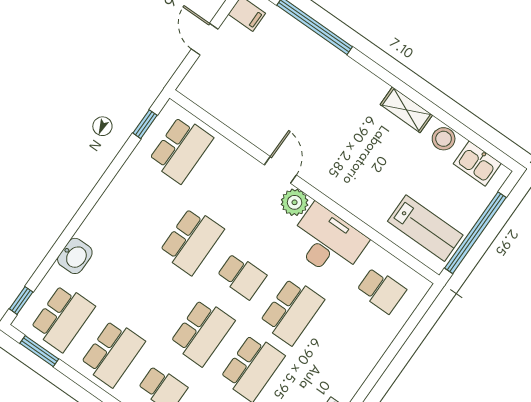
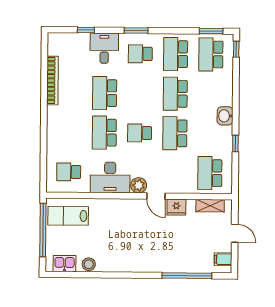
shelving: (406, 110) -> (210, 206), moved
window: (145, 124) -> (235, 143), moved
fridge: (262, 134) -> (176, 207), added
washbasin: (75, 256) -> (225, 116), moved
school desk: (202, 332) -> (175, 94), moved

